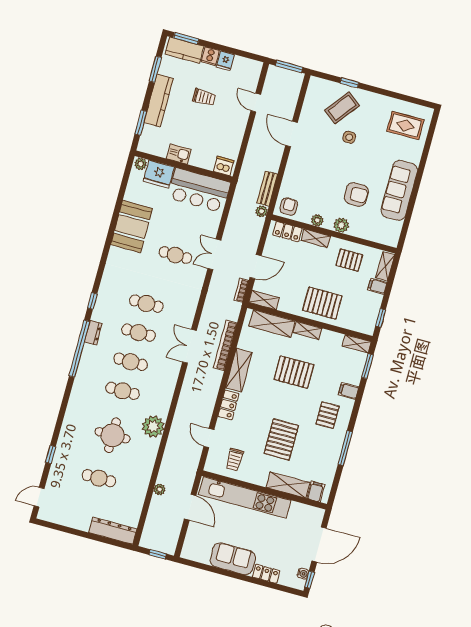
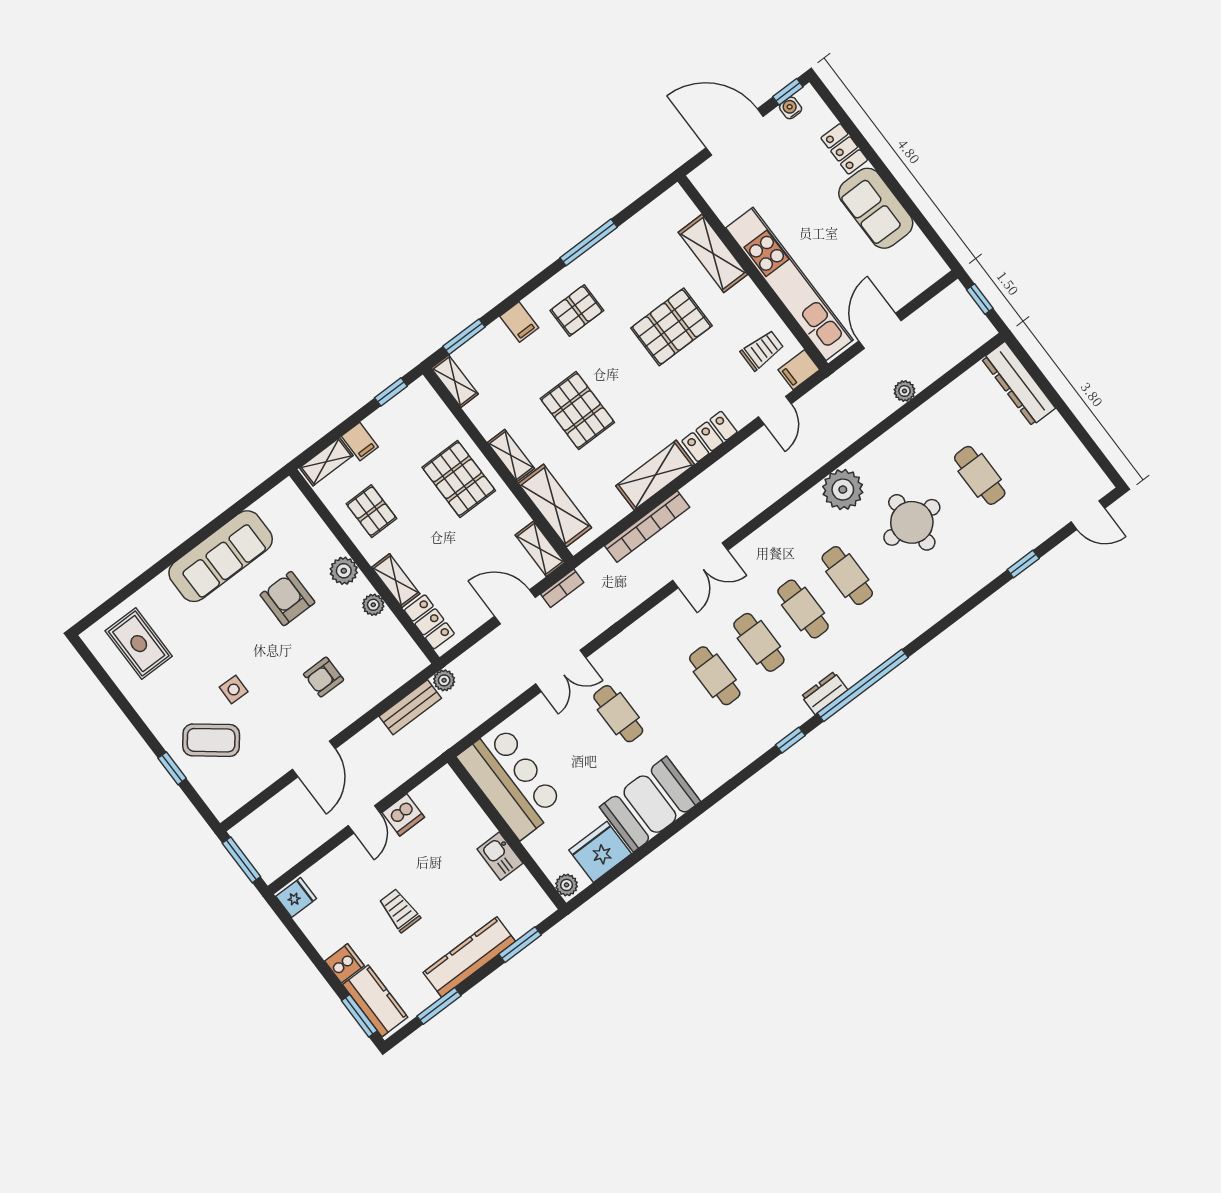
fridge: (225, 61) -> (296, 897), moved
door: (256, 103) -> (364, 819), moved
dishwasher: (224, 166) -> (403, 815), moved, turned -90
fridge: (159, 174) -> (600, 852), moved, turned -90
armchair: (289, 207) -> (324, 677), moved
filing cabinet: (316, 492) -> (799, 370), moved

